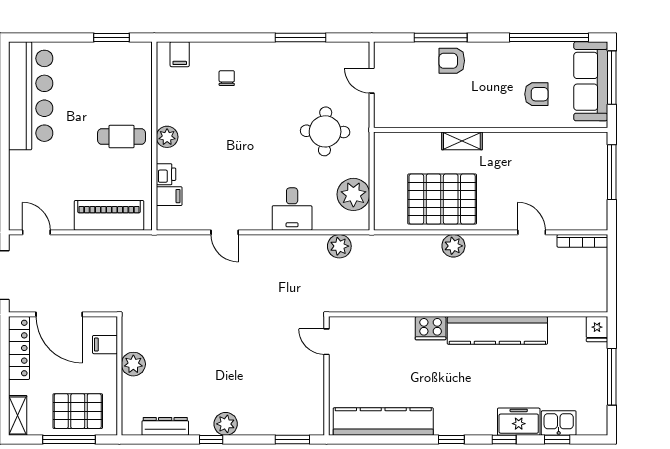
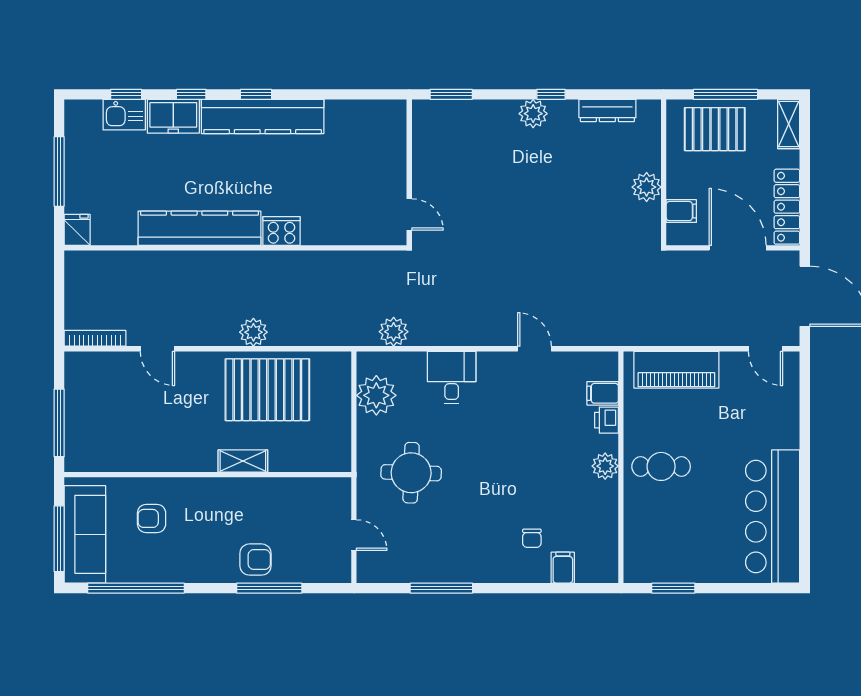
filing cabinet: (180, 54) -> (563, 568), moved
kitchen counter: (383, 421) -> (263, 116), moved

